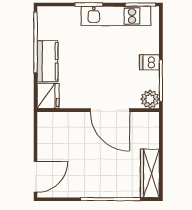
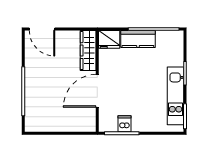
dishwasher: (149, 62) -> (125, 124), moved
plant: (150, 99) -> (106, 124), removed
wardrobe: (150, 173) -> (88, 51), moved, turned -90

